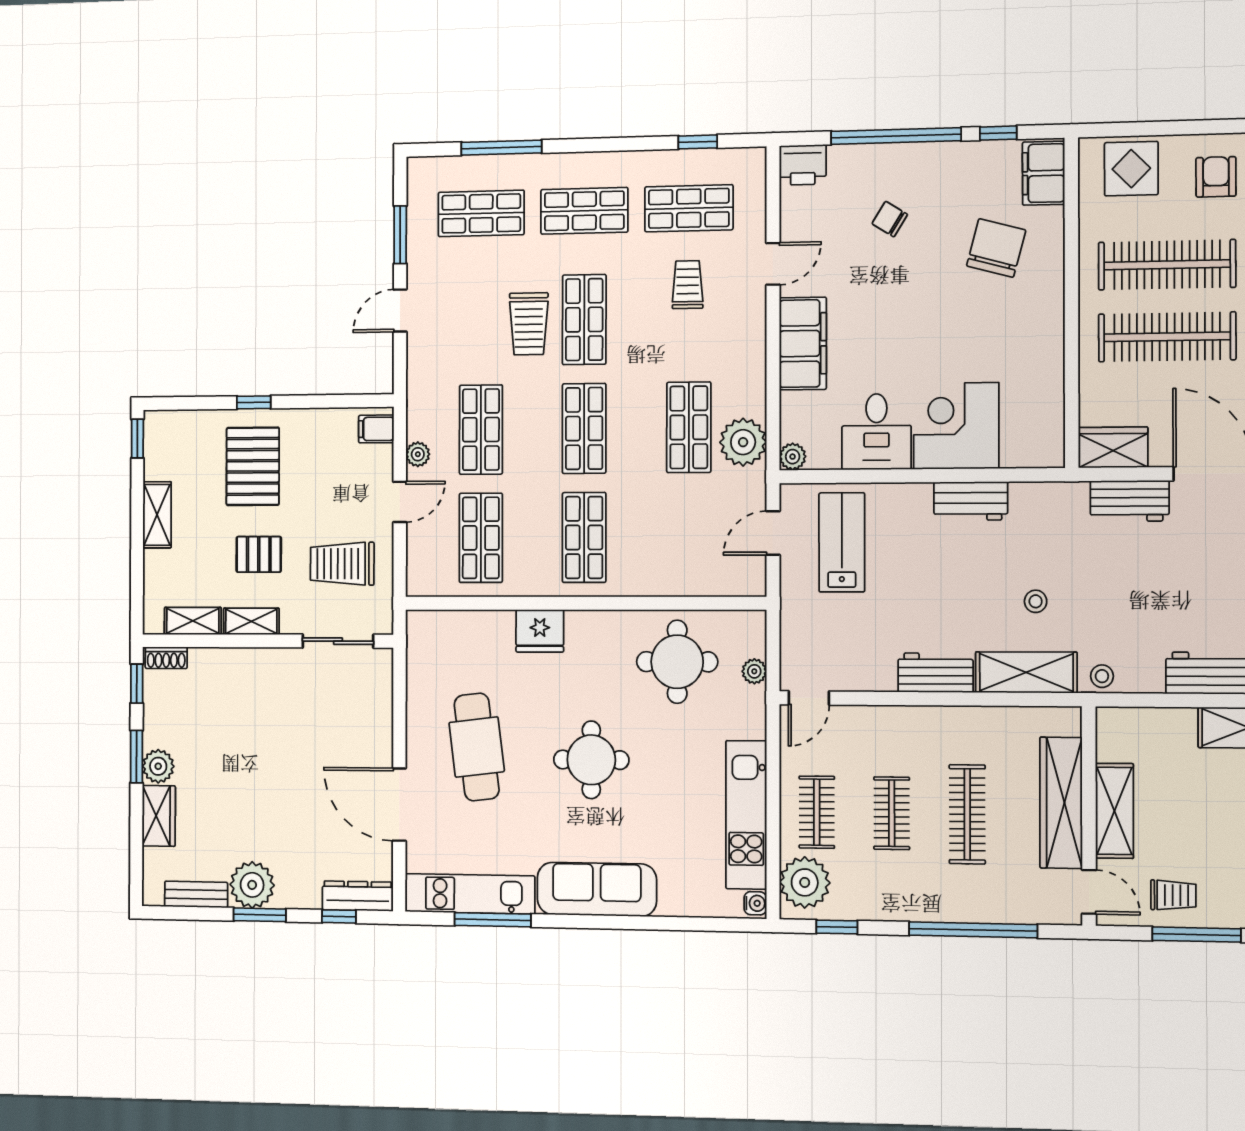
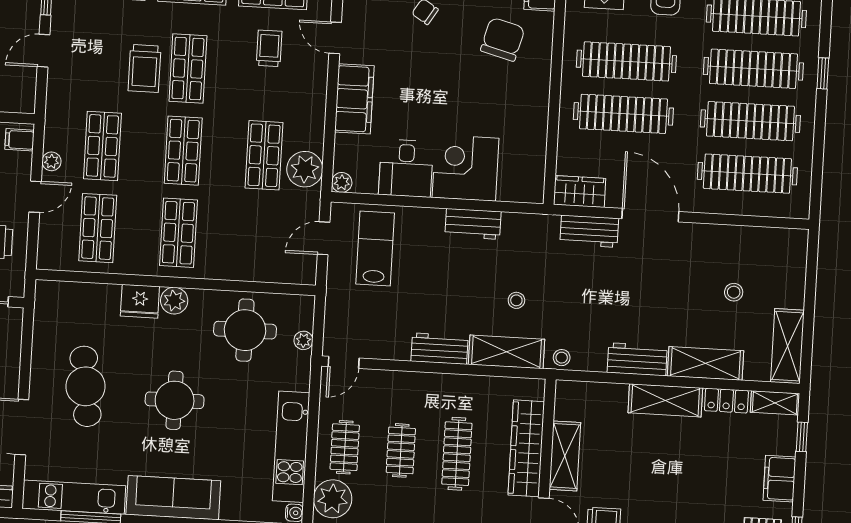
door: (773, 264) -> (335, 38), swing flipped
plant: (583, 628) -> (174, 301), added

